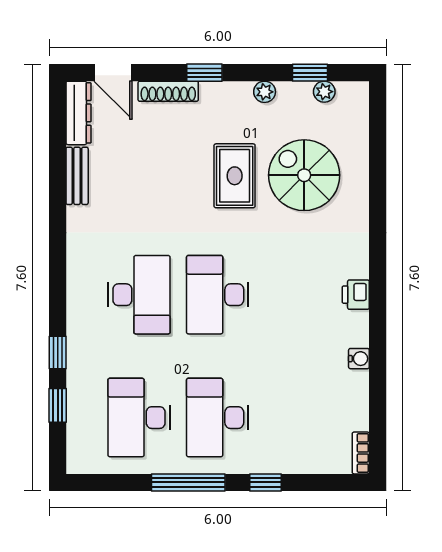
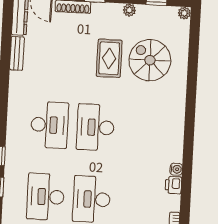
plant: (324, 92) -> (184, 13), moved
printer: (356, 295) -> (173, 185), moved

